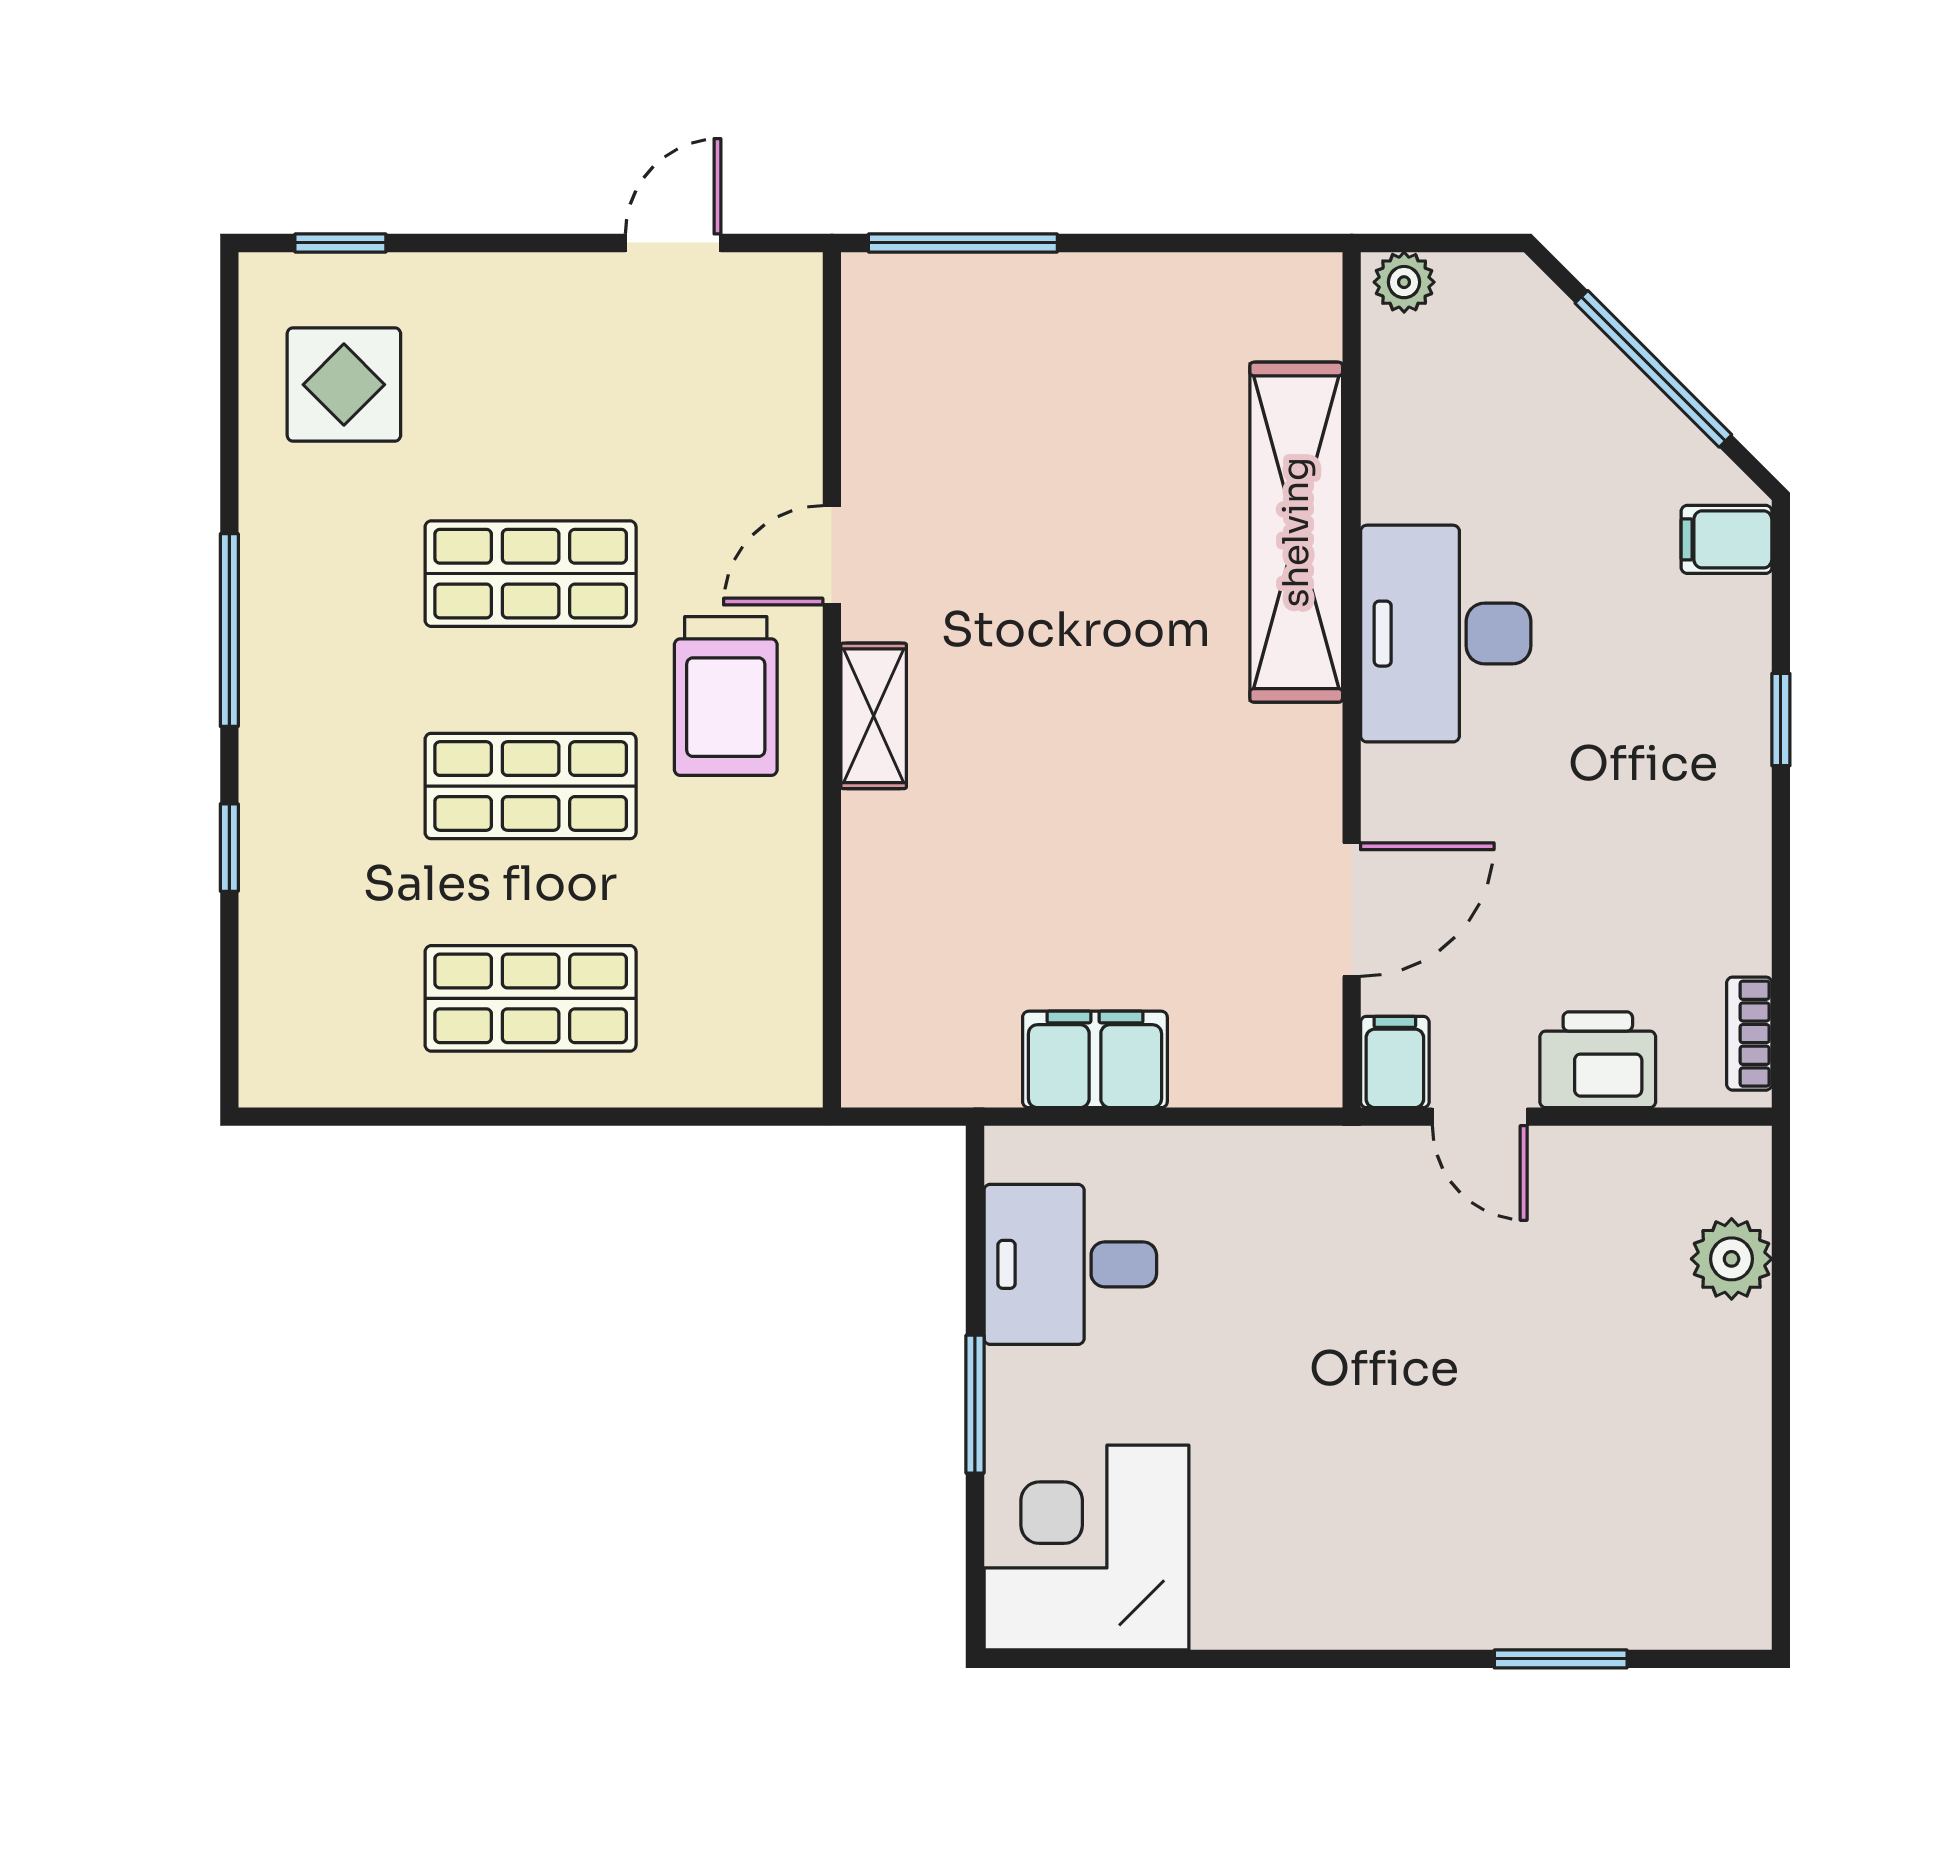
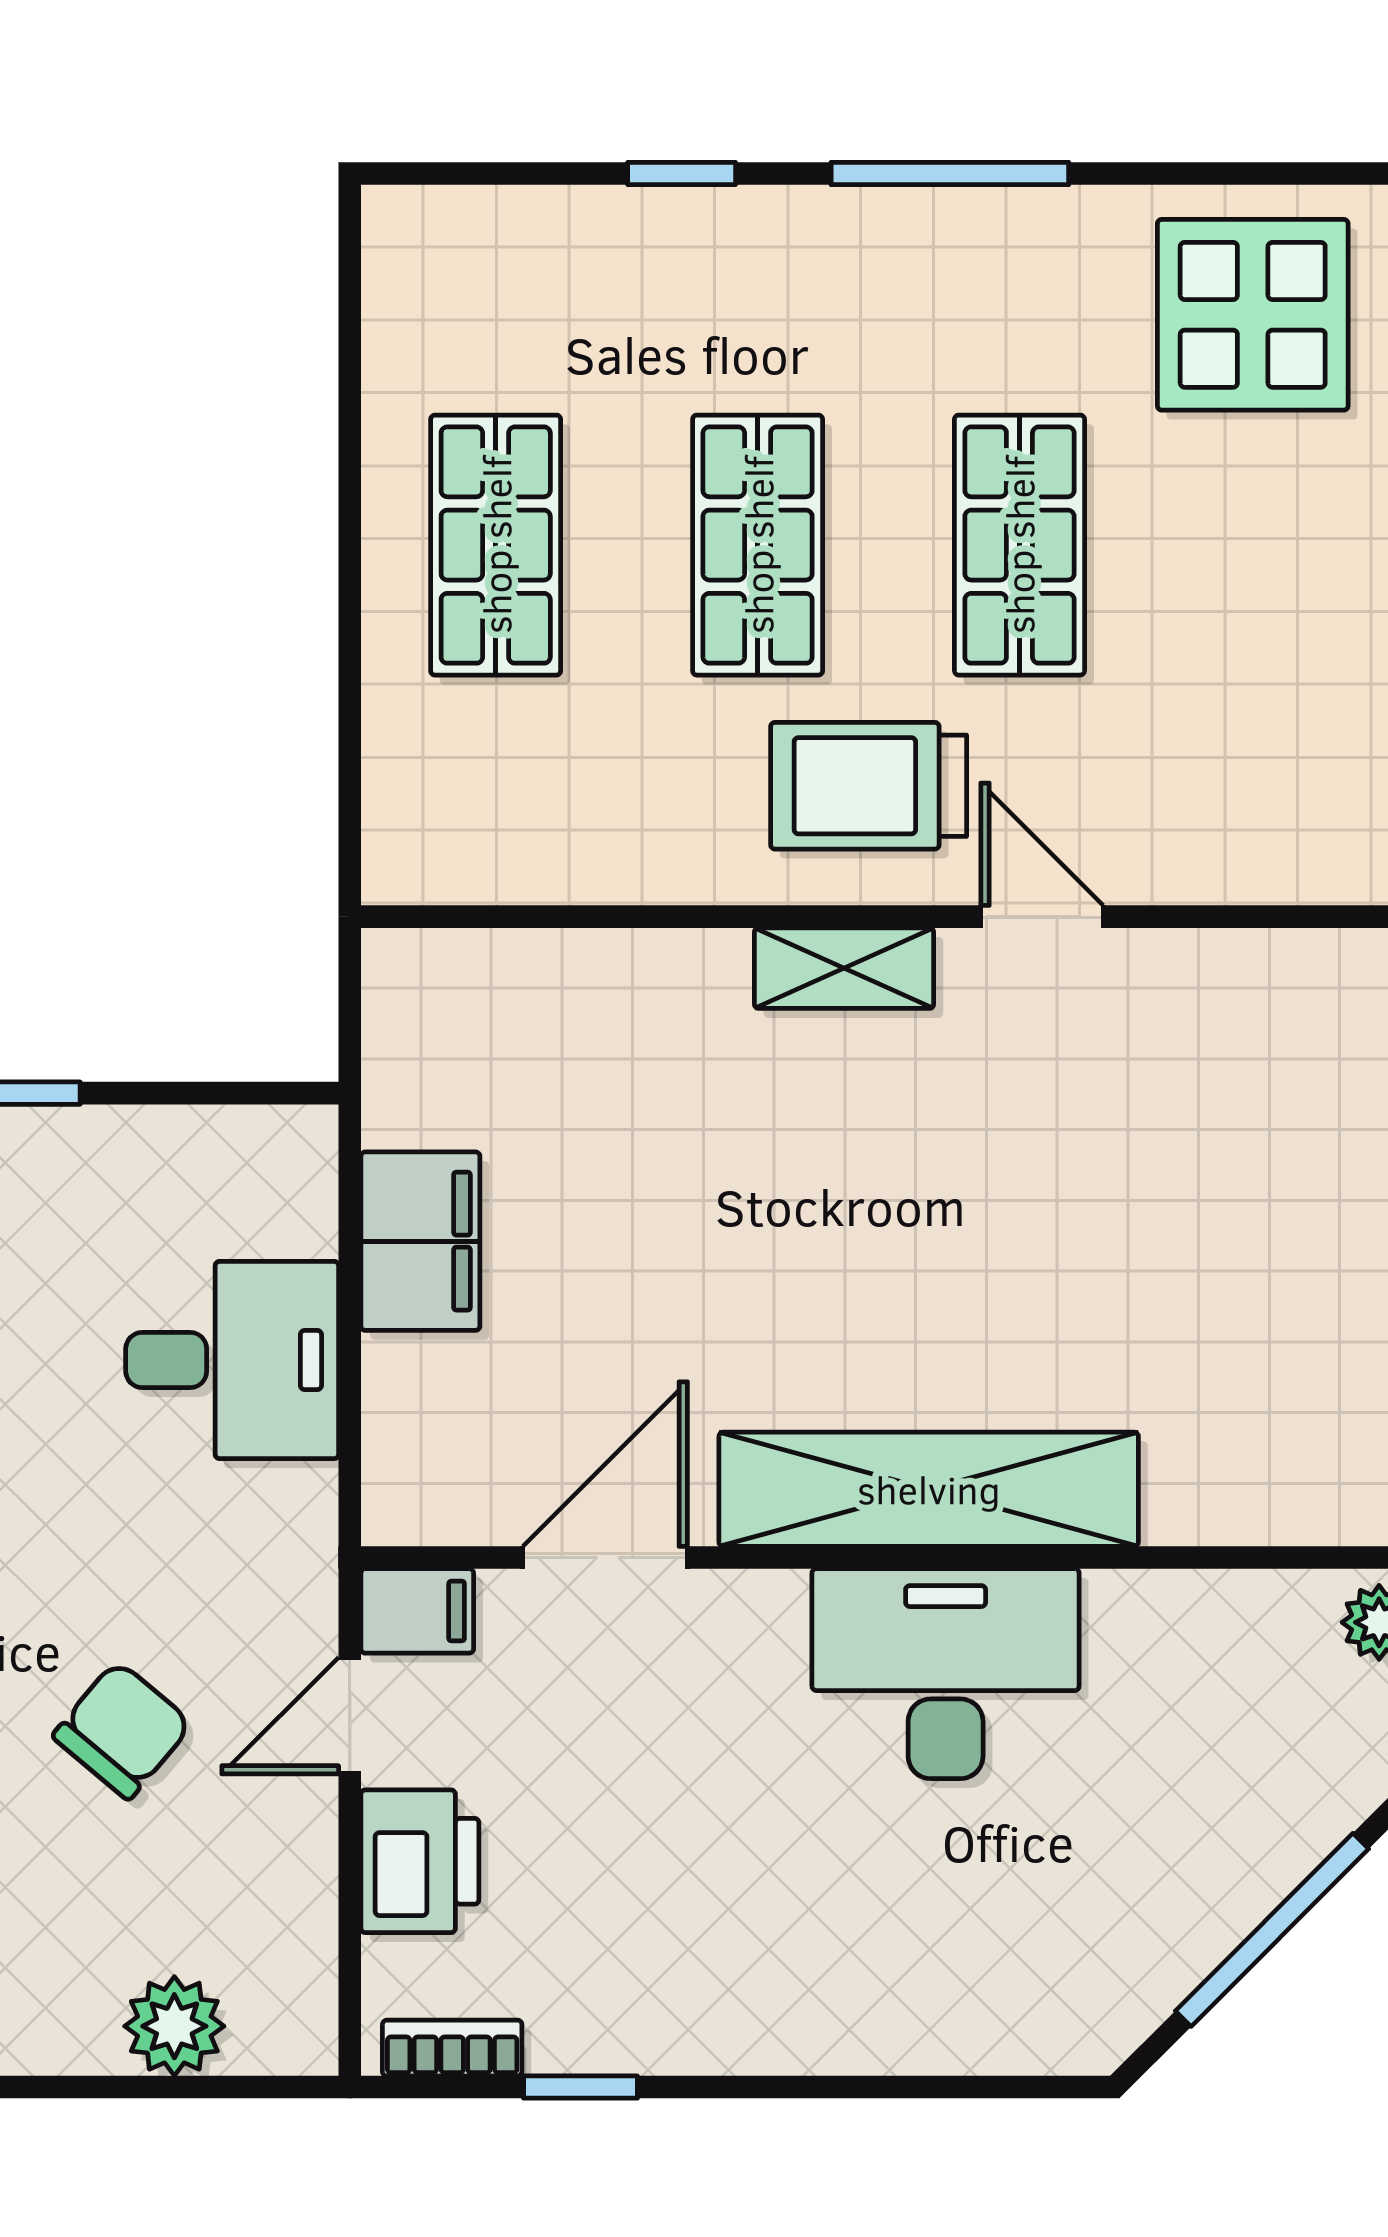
display table: (344, 385) -> (1253, 315), width x1.36, depth x1.36
shelving: (1296, 532) -> (929, 1489), moved
filing cabinet: (1726, 539) -> (1062, 2020), removed
window: (1781, 720) -> (581, 2087), moved
door: (1352, 910) -> (605, 1558), swing flipped
desk: (1070, 1264) -> (232, 1360), moved, turned 90
chair: (1491, 1301) -> (123, 1730), added

